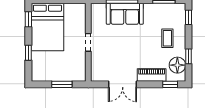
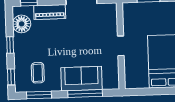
coffee table: (167, 38) -> (38, 73), moved
window: (188, 56) -> (10, 45), moved

